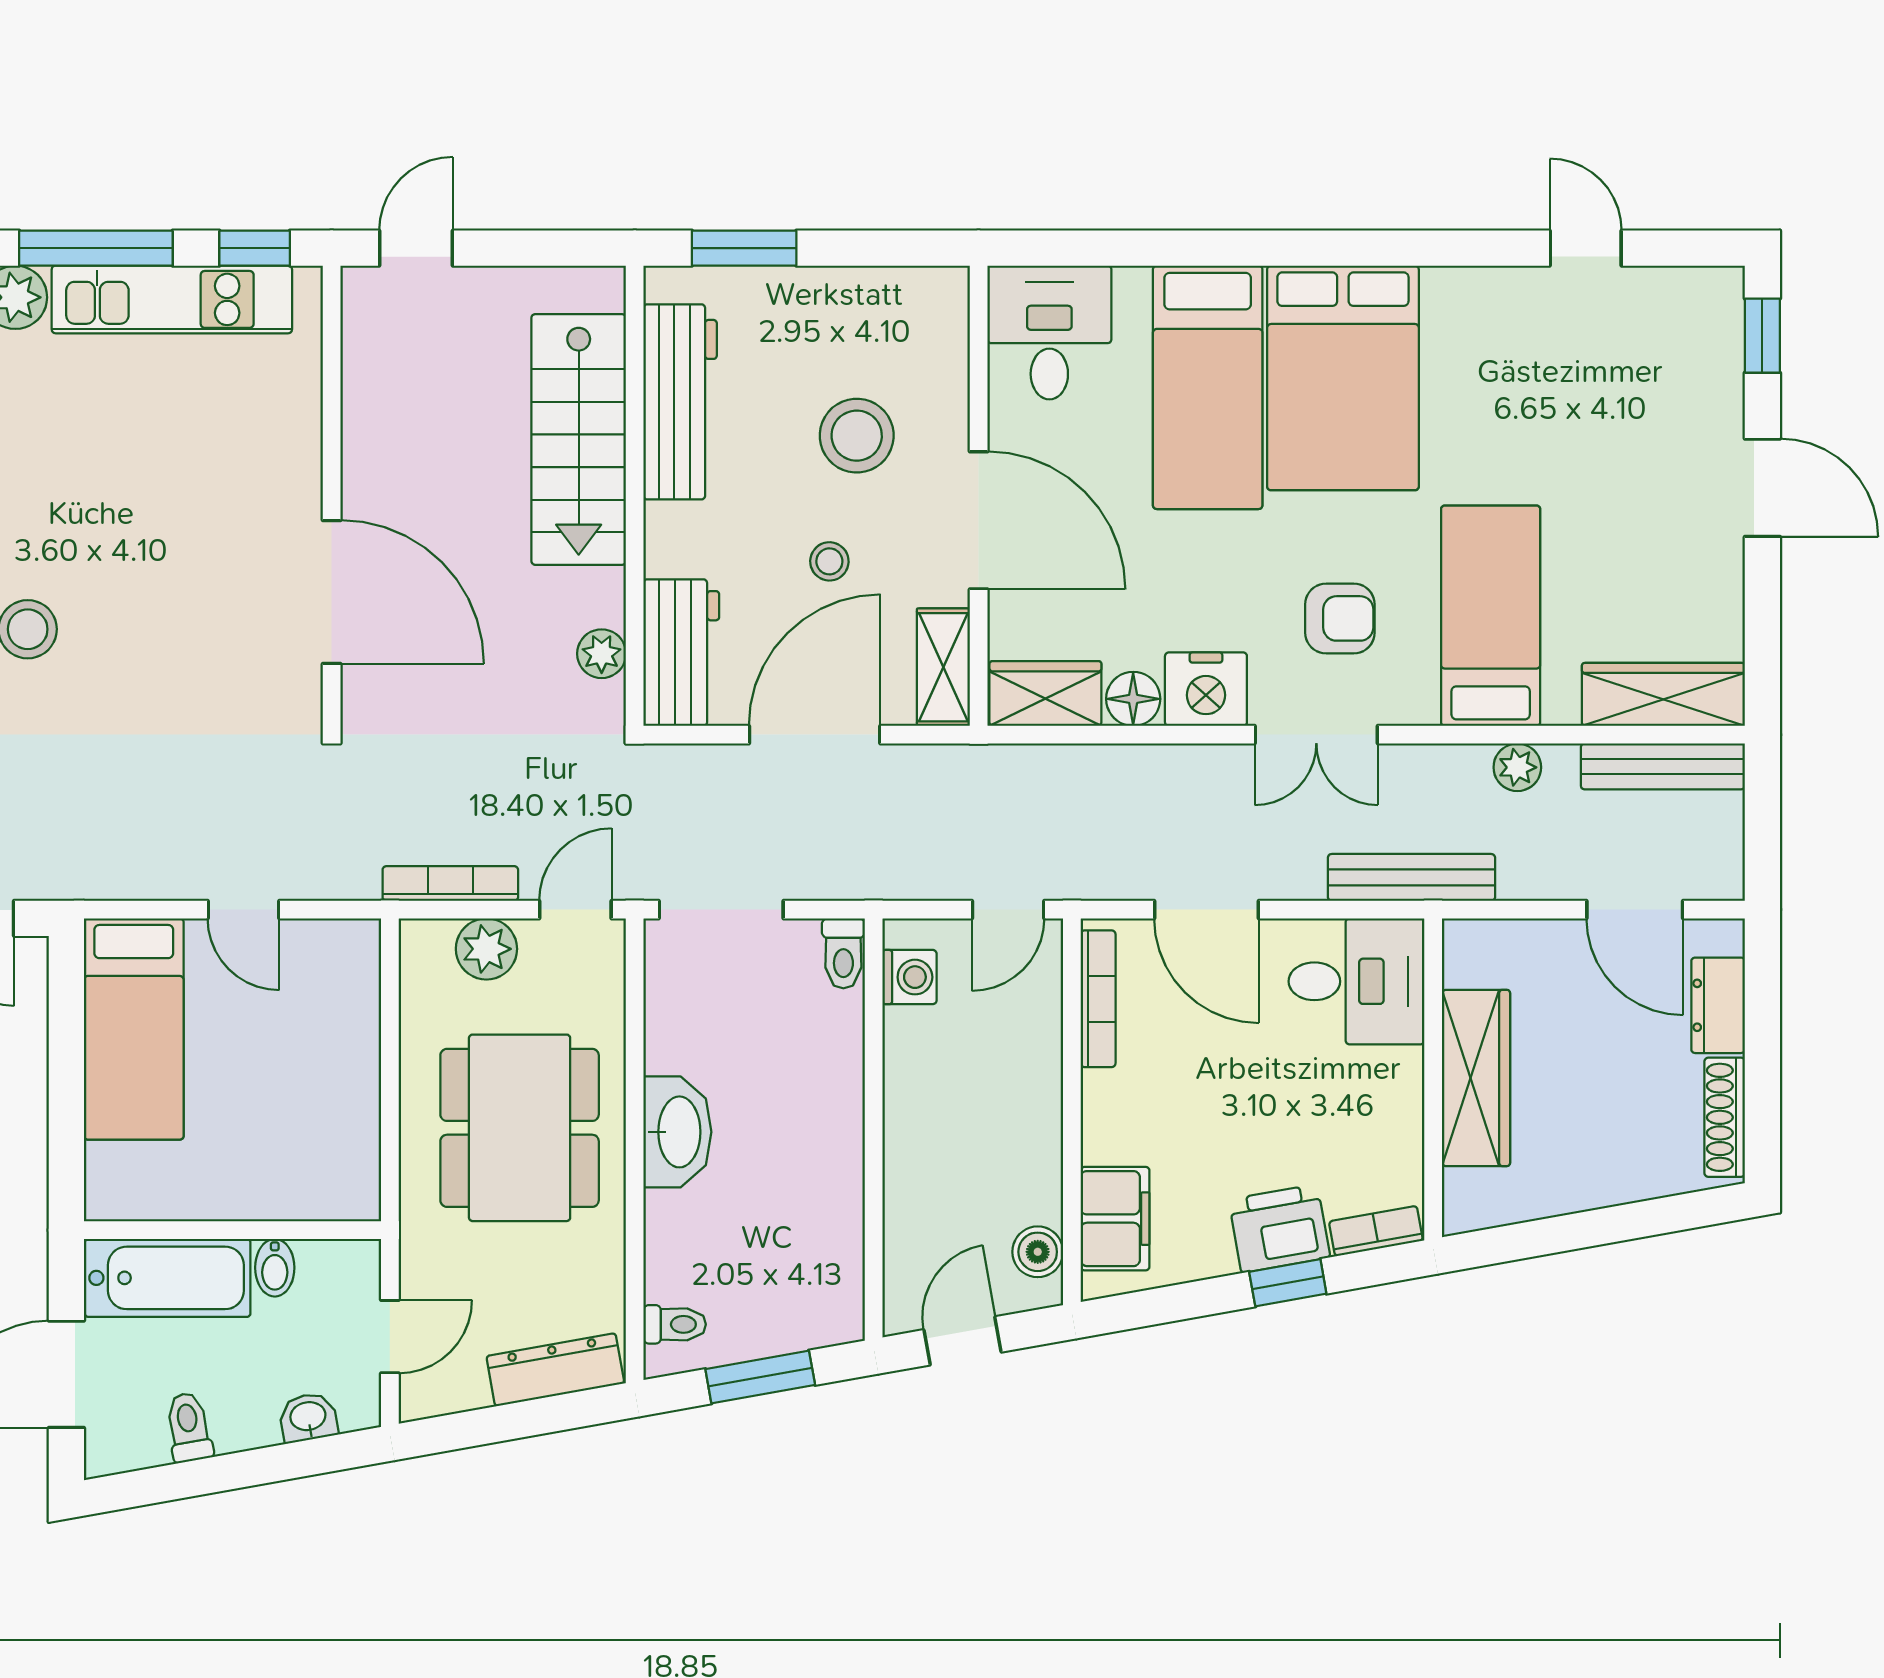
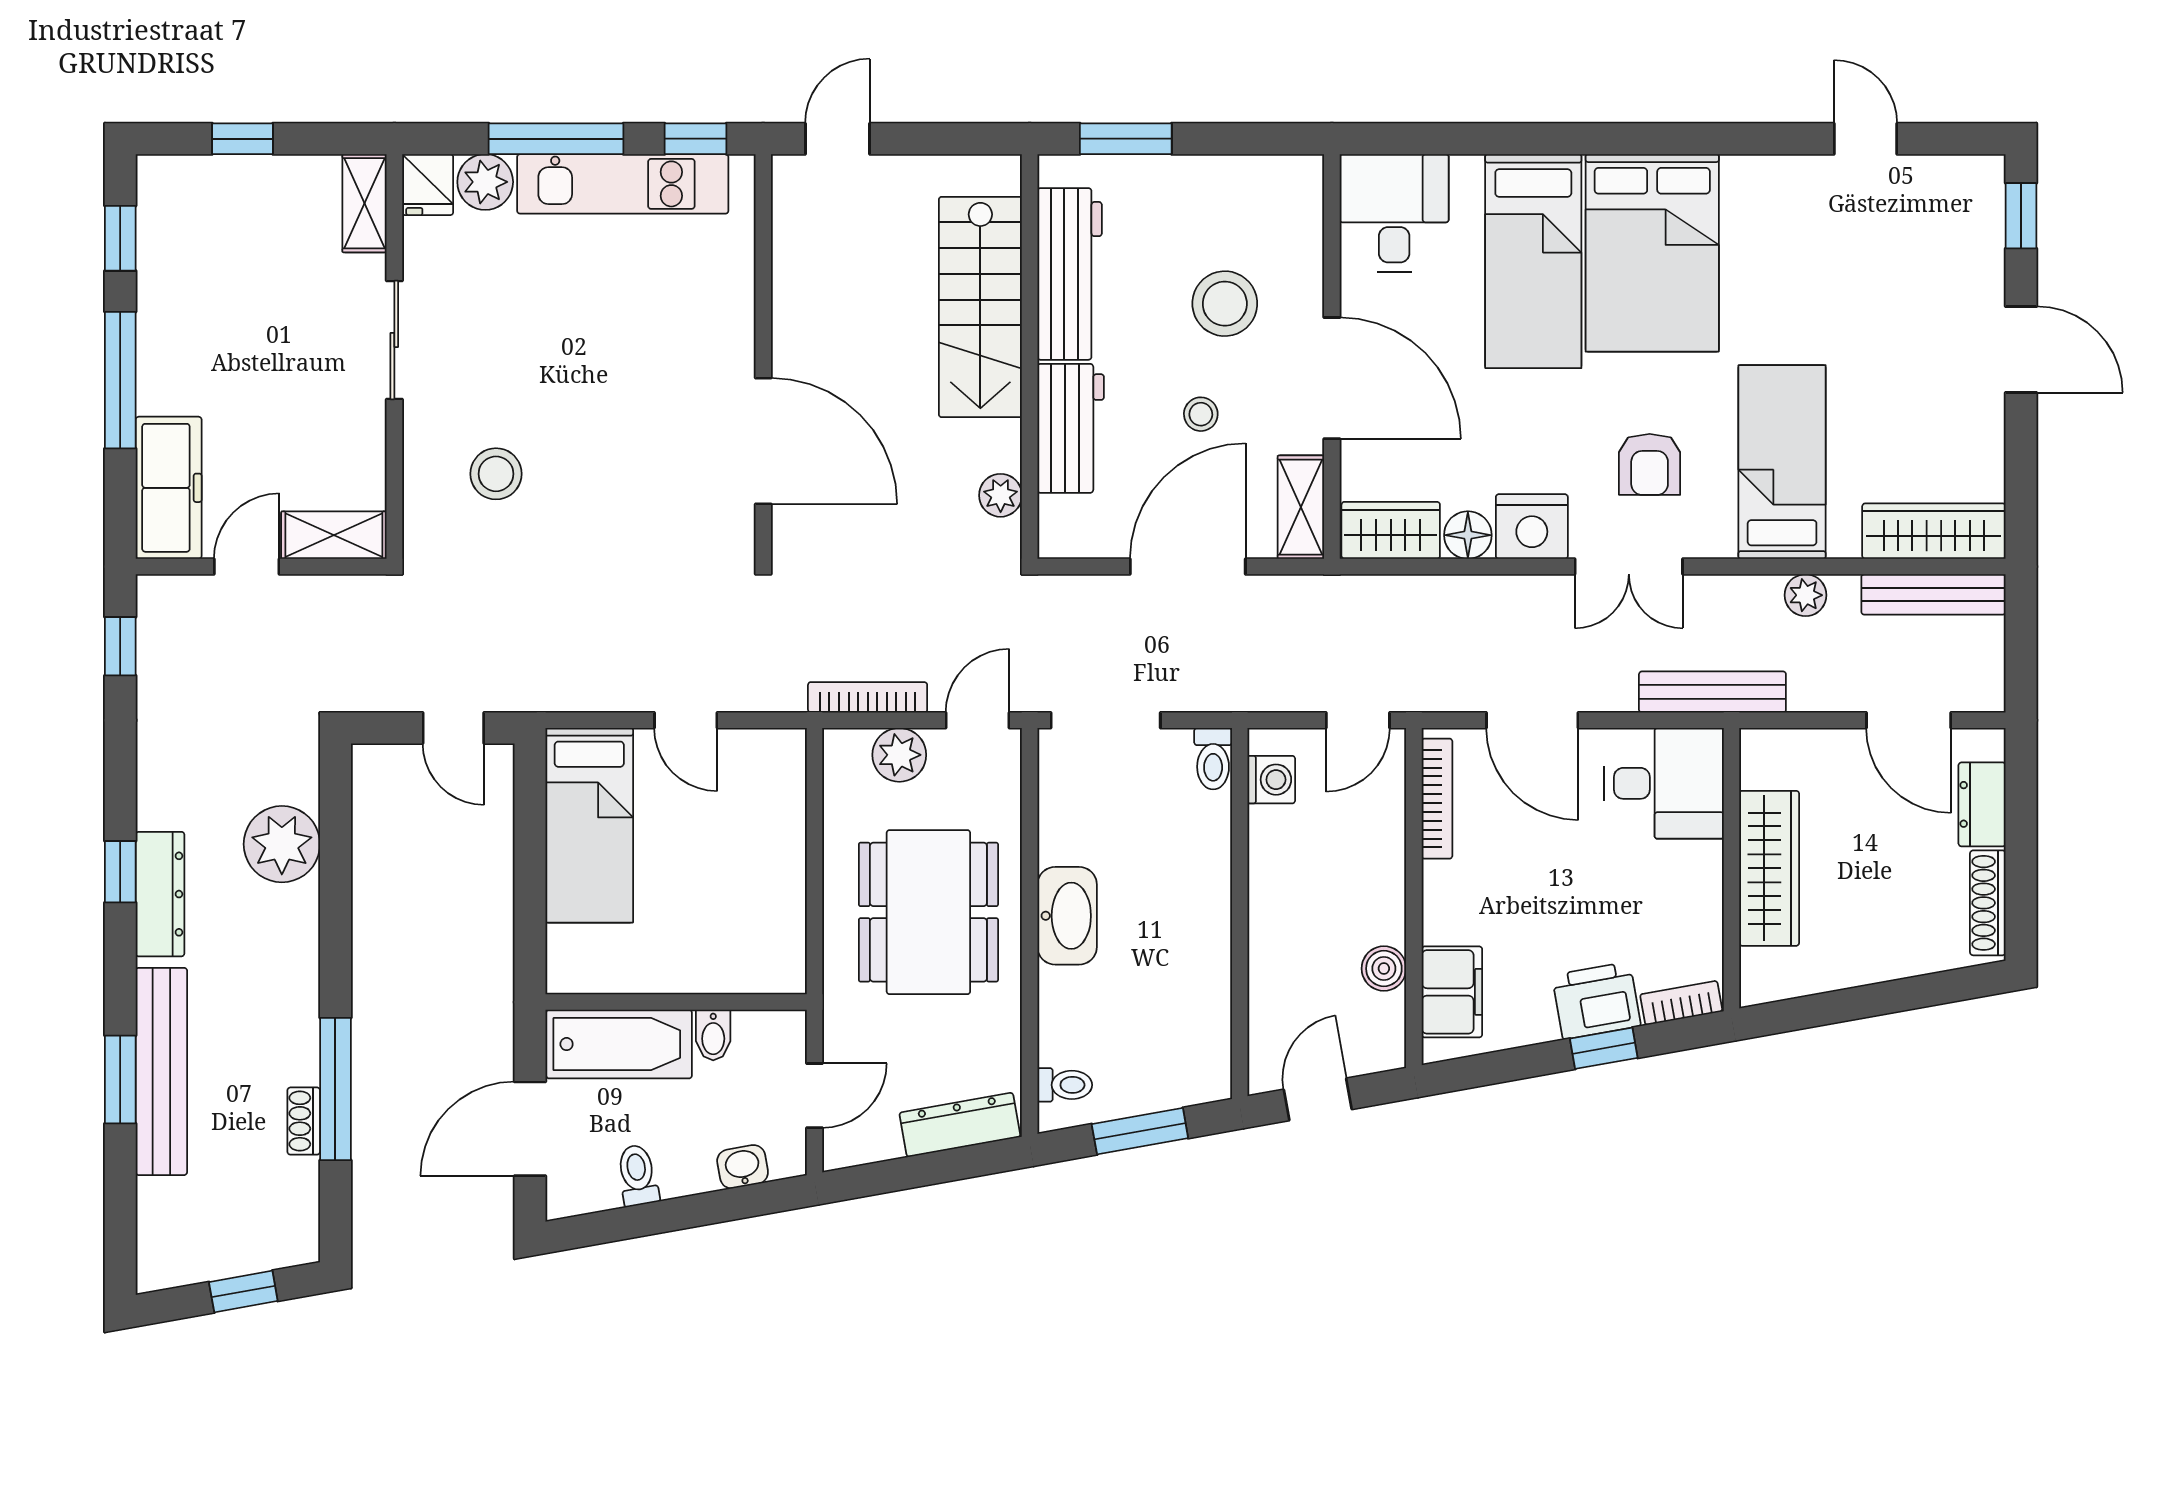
armchair: (1340, 618) -> (1650, 464), turned 90
workbench: (681, 653) -> (1071, 428), moved
boiler: (1038, 1252) -> (1384, 969), moved

